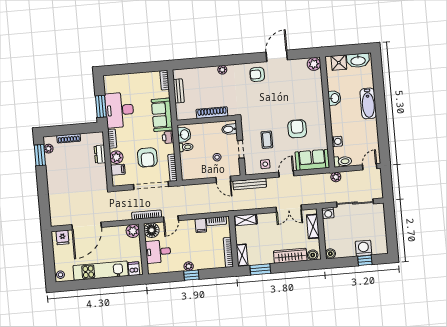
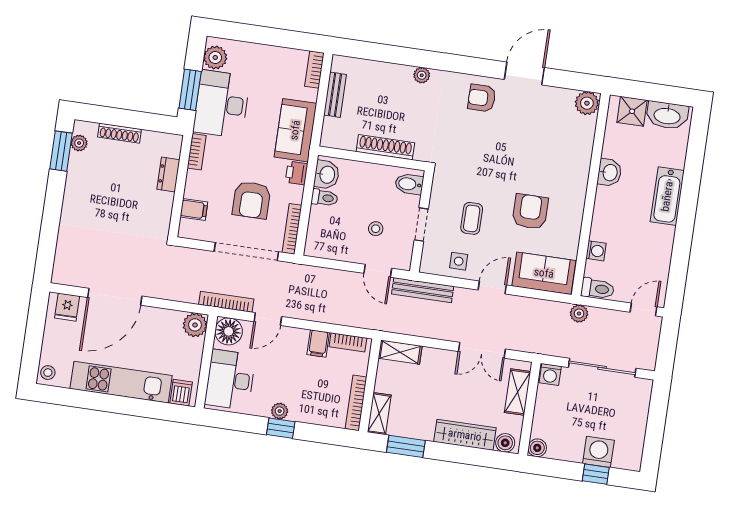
plant: (116, 157) -> (215, 57), moved
desk: (158, 252) -> (230, 380), width x1.37

